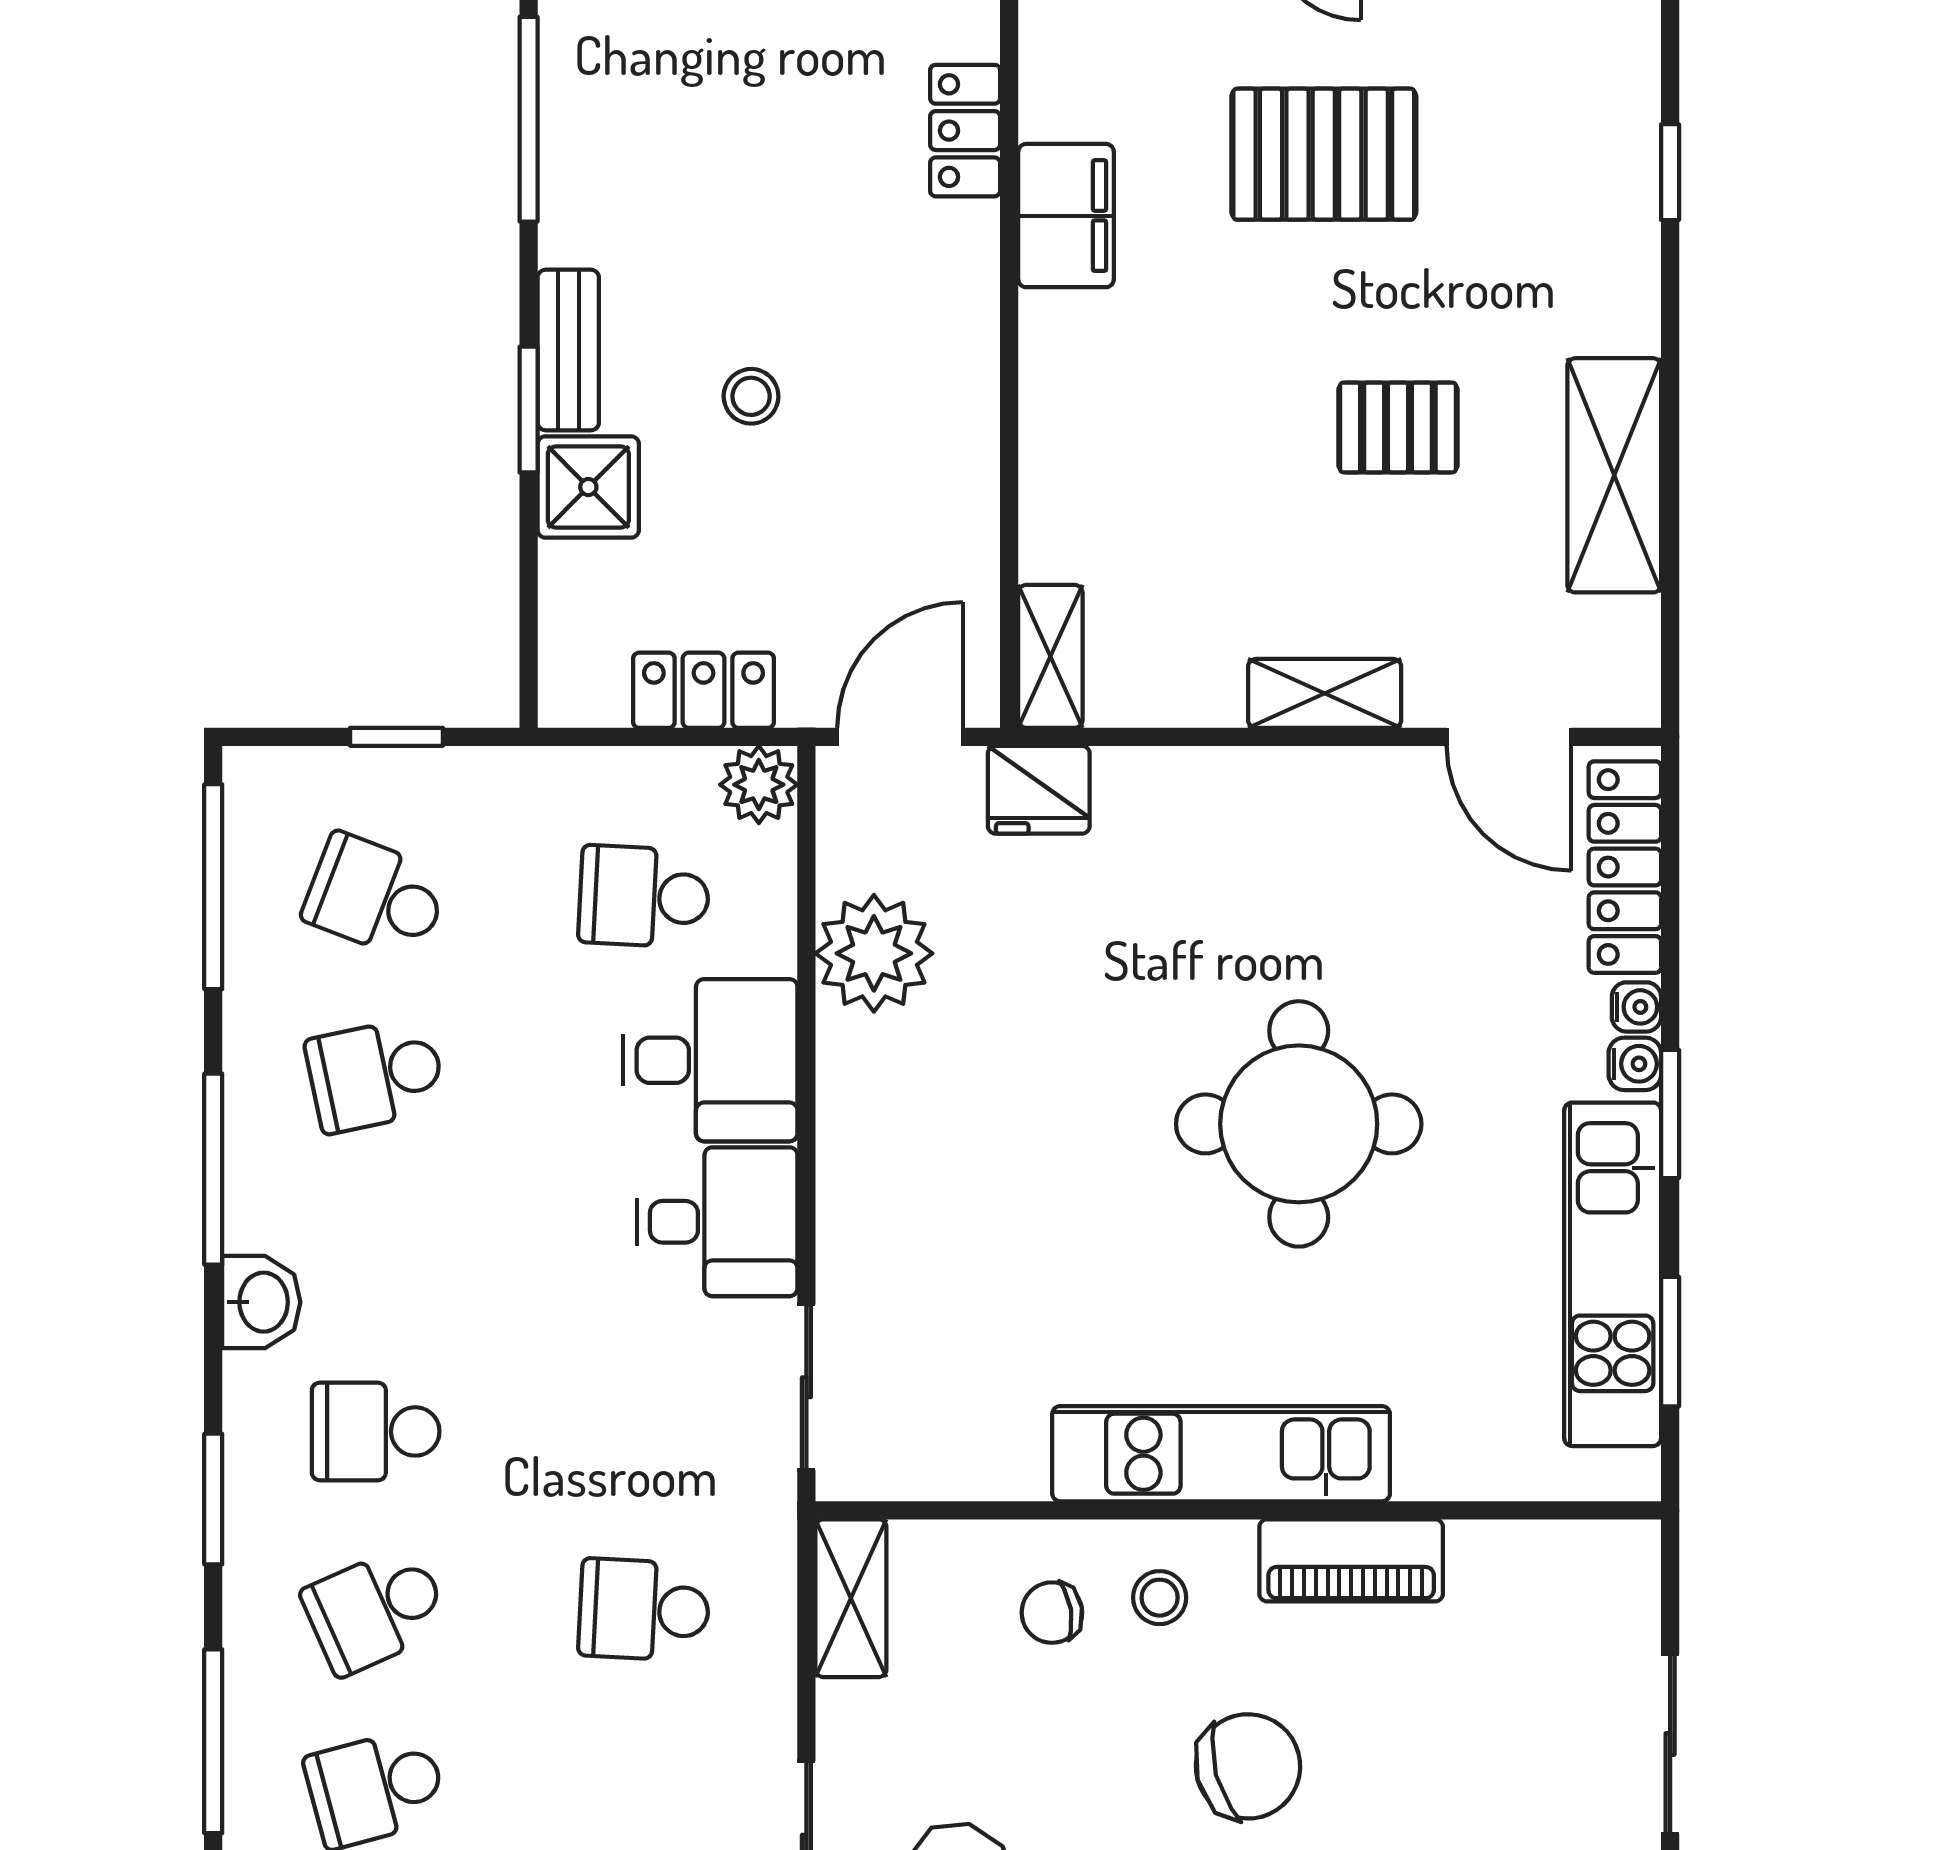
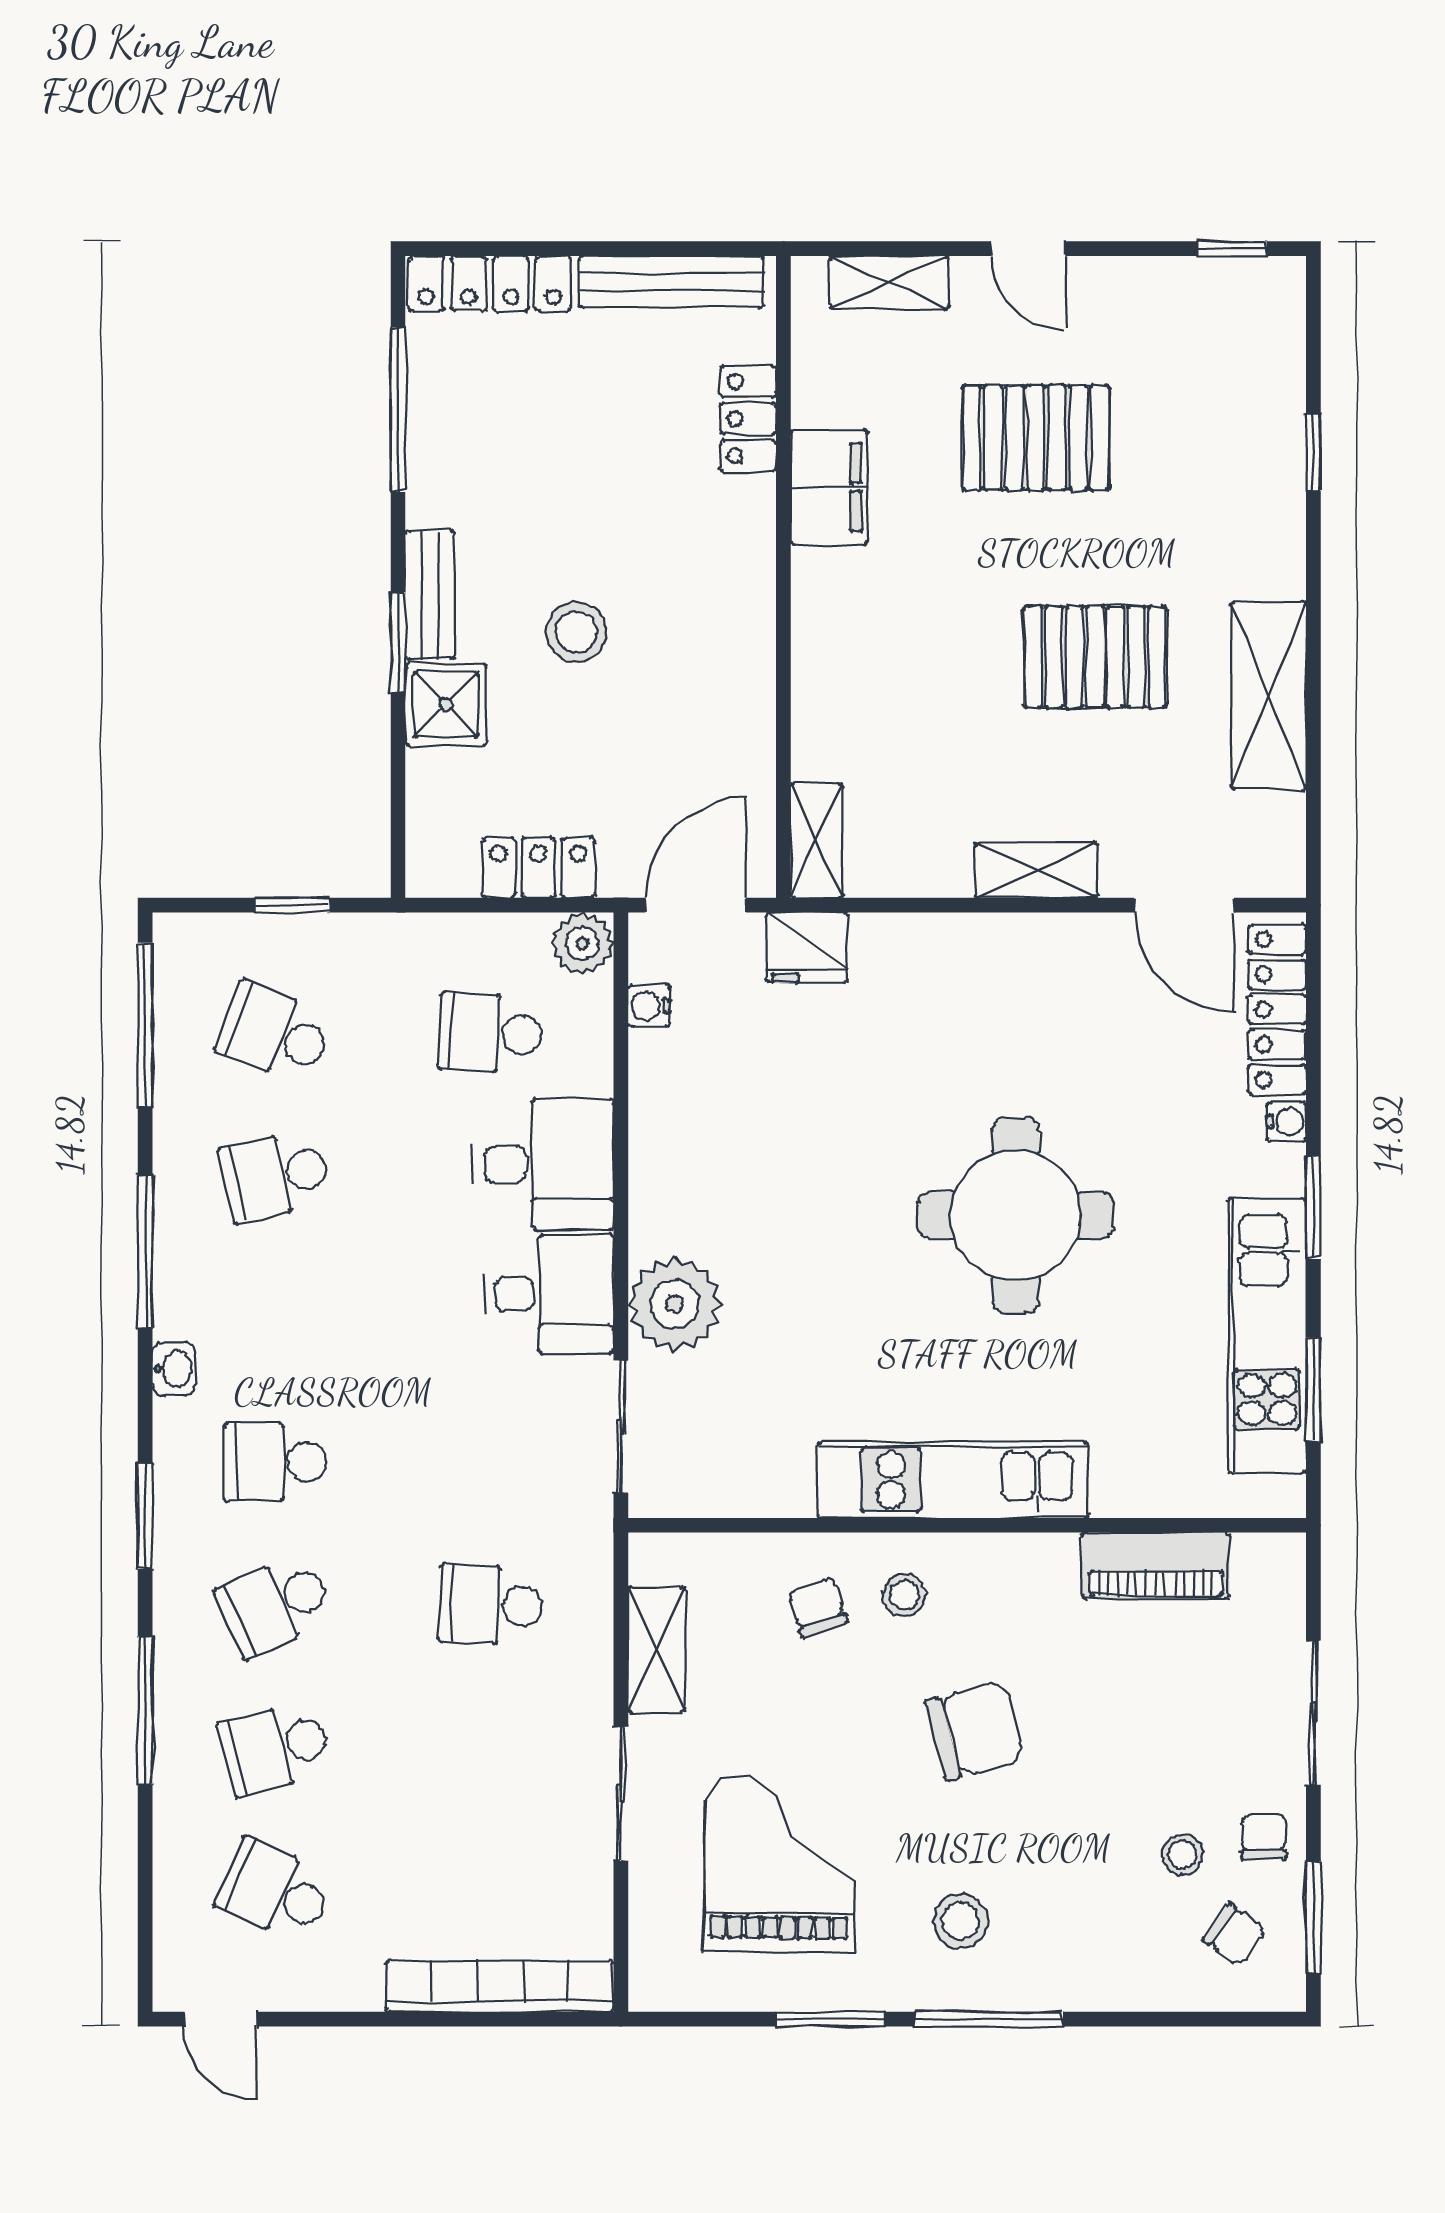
stool: (751, 396) -> (576, 632), width x1.37, depth x1.37
pallet: (1398, 427) -> (1095, 657), width x1.50, depth x1.42
plant: (874, 953) -> (675, 1304), moved
water cooler: (1635, 1064) -> (649, 1006), moved, turned 180
washbasin: (261, 1302) -> (174, 1369), width x0.72, depth x0.69
piano: (1351, 1560) -> (1156, 1565), moved
shelving: (851, 1598) -> (656, 1649), moved
chair: (1052, 1613) -> (818, 1607), turned 80

